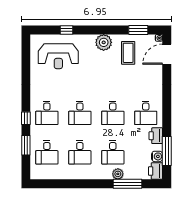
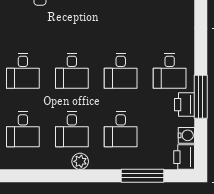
window: (167, 151) -> (201, 97), moved
plant: (118, 174) -> (80, 161), moved

